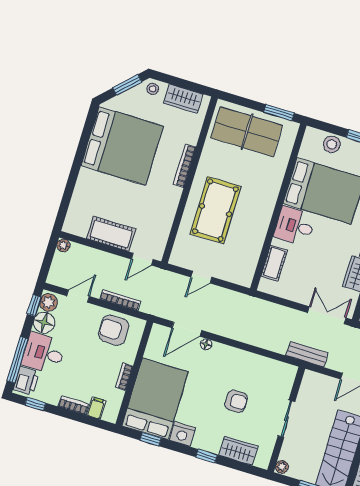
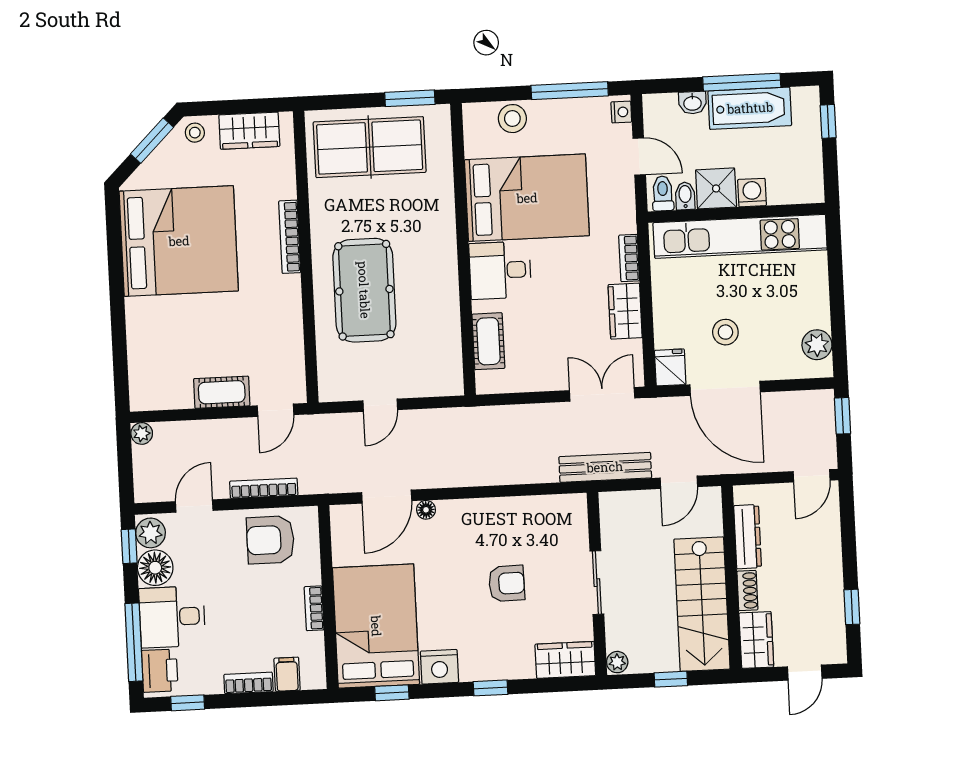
cot: (111, 234) -> (222, 392), width x0.73, depth x0.75
bench: (307, 354) -> (605, 467), width x1.36
wardrobe: (238, 451) -> (565, 660), moved

